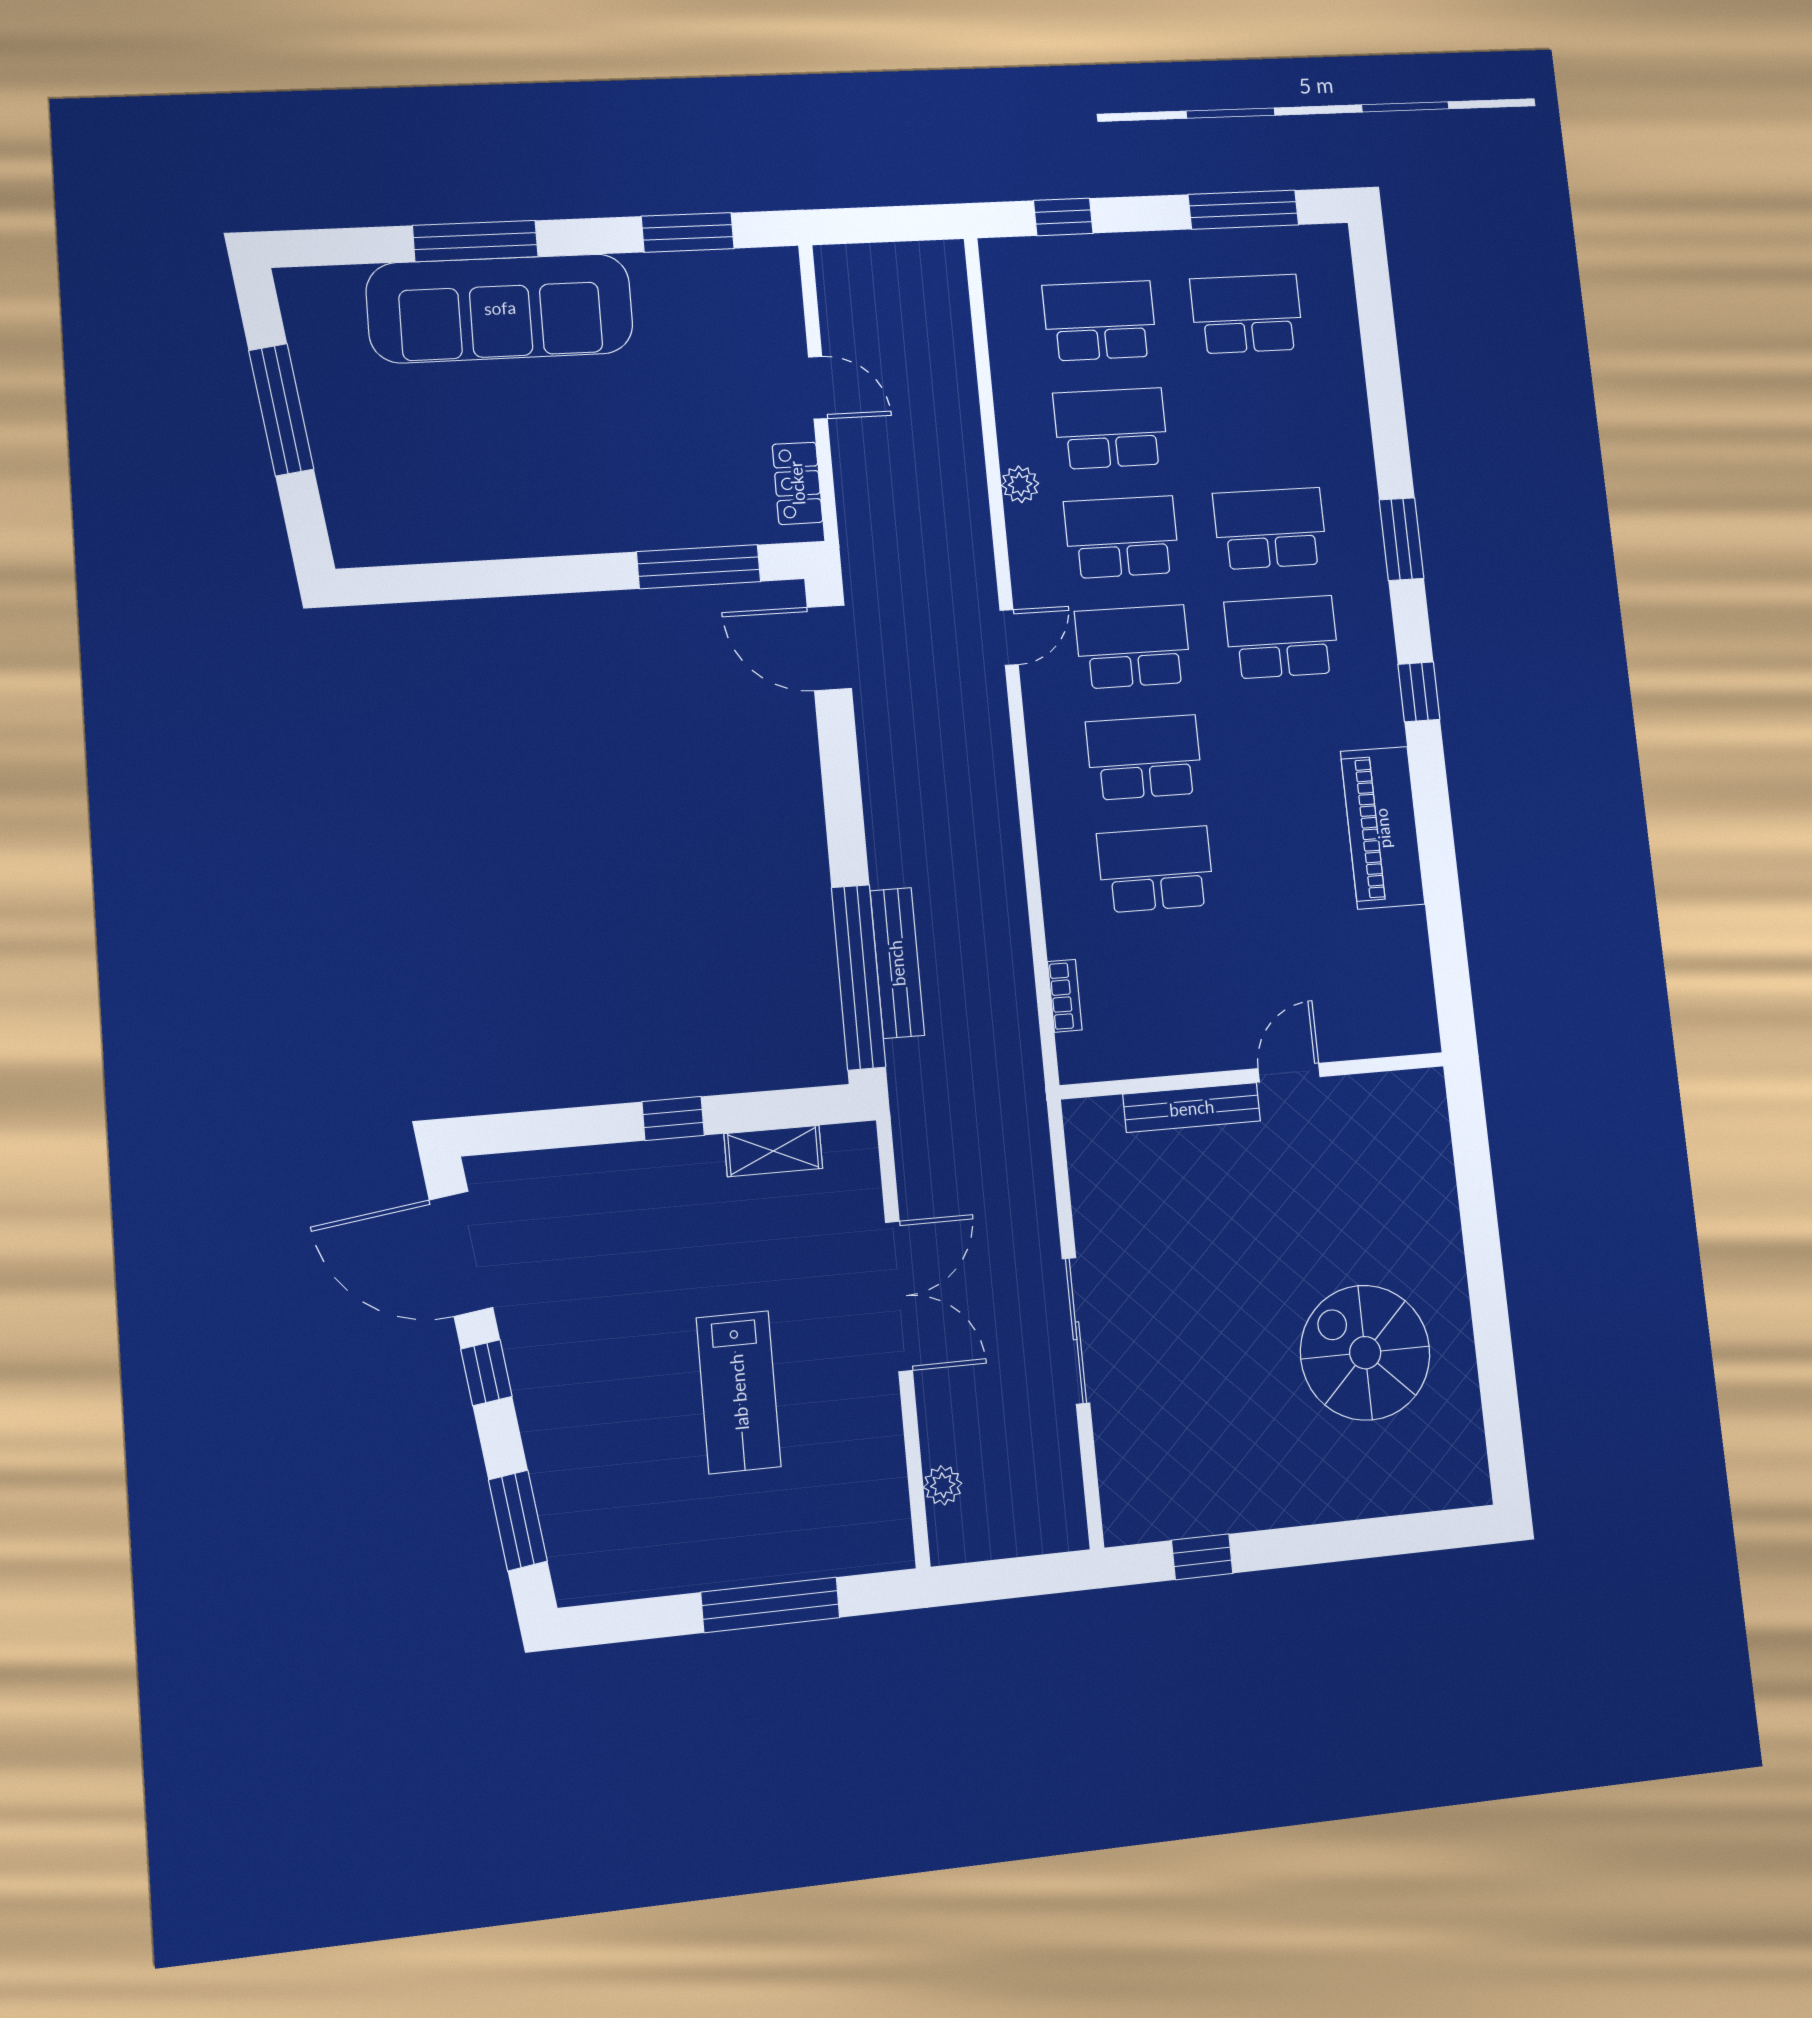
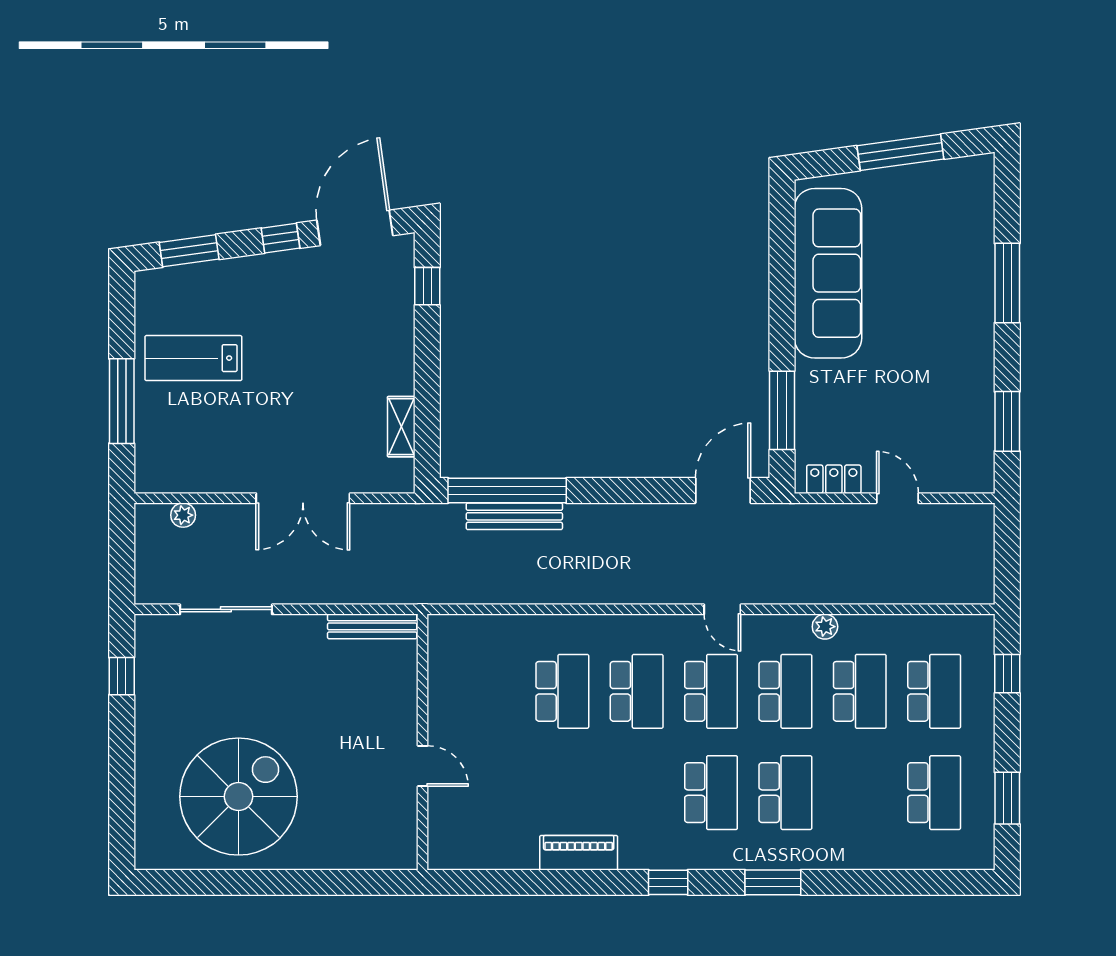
window: (1243, 210) -> (1007, 798), width x0.69
sofa: (500, 308) -> (828, 273), moved, turned 180
door: (818, 388) -> (897, 498), swing flipped
piano: (1383, 828) -> (579, 853), width x0.73, depth x0.75
bookcase: (1065, 996) -> (484, 623), removed
bench: (1192, 1108) -> (372, 626), moved, turned 90
window: (673, 1118) -> (427, 286), moved
sliding door: (1076, 1331) -> (226, 609), moved
spiral stairs: (1365, 1353) -> (238, 797), width x1.37, depth x1.37
lab bench: (739, 1392) -> (193, 358), moved

